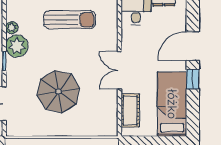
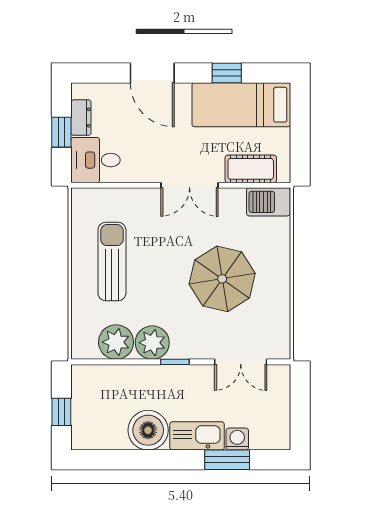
plant: (12, 28) -> (116, 342), width x1.87, depth x1.87
window: (193, 79) -> (227, 73), moved
barbecue: (109, 122) -> (268, 202), added

